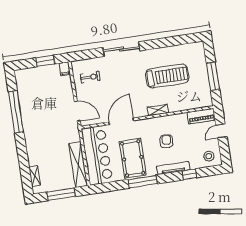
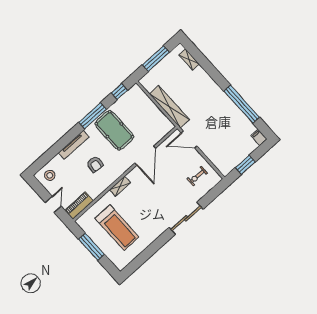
filing cabinet: (65, 69) -> (259, 137), moved
treadmill: (167, 76) -> (117, 228), moved, turned -90
bar counter: (97, 156) -> (147, 112), removed
shelving: (78, 165) -> (169, 107), moved
window: (190, 174) -> (119, 92), moved

